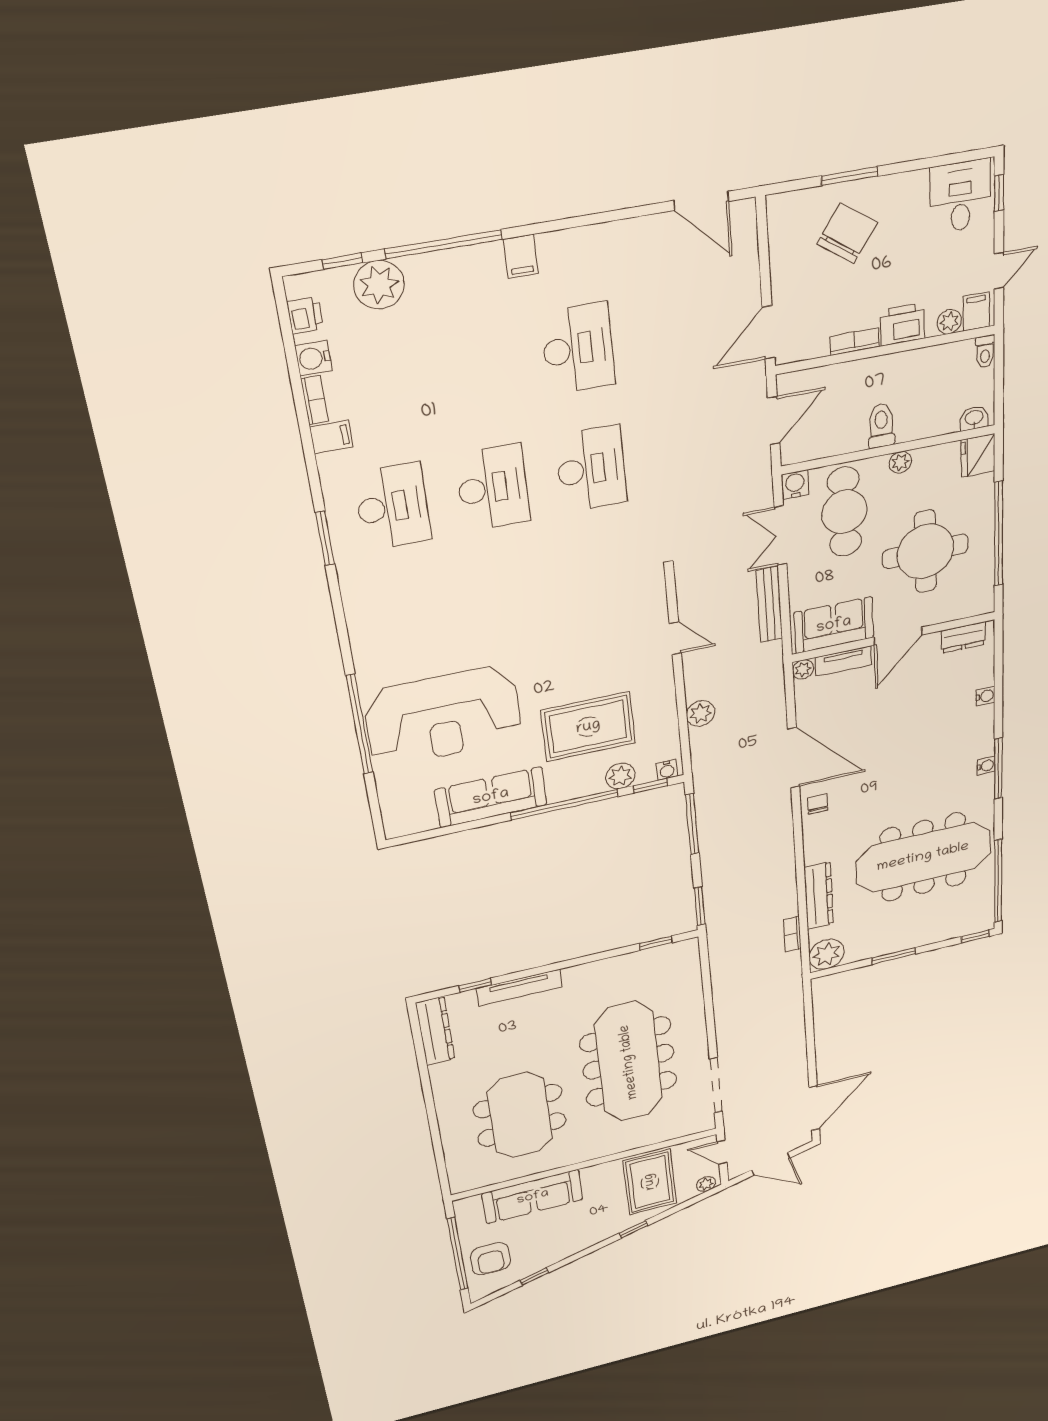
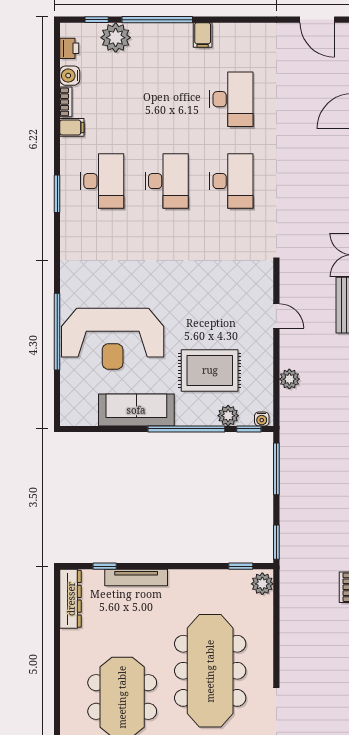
plant: (686, 956) -> (262, 584), added

